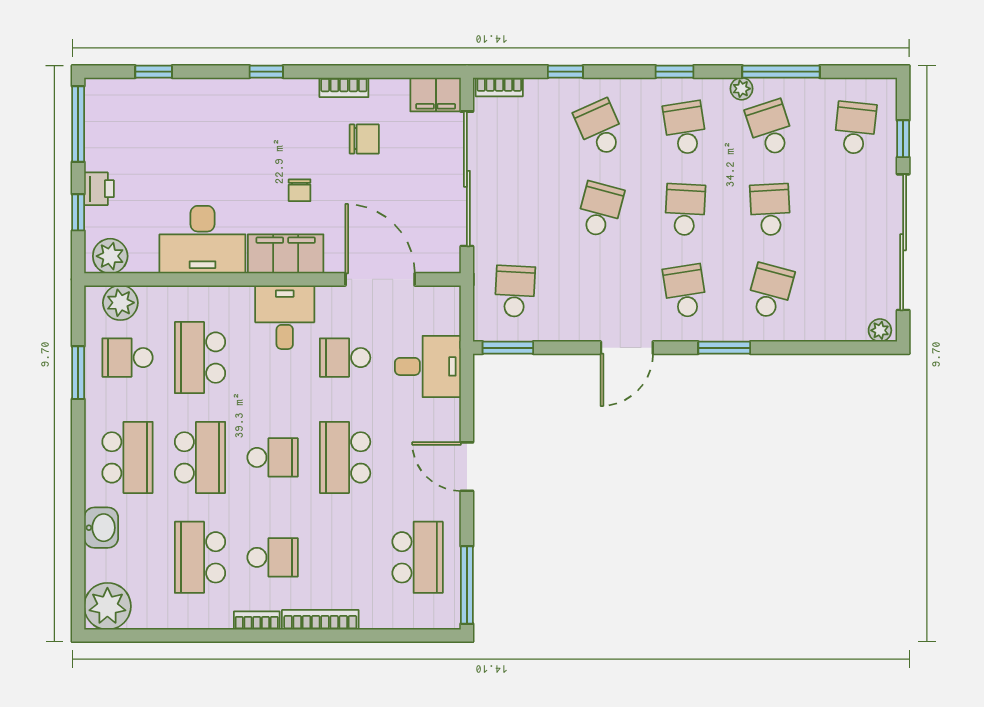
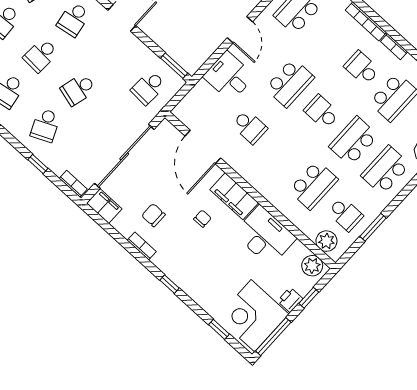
corner desk: (127, 127) -> (253, 316), added
desk: (285, 317) -> (260, 169), removed
desk: (428, 366) -> (229, 76), moved

